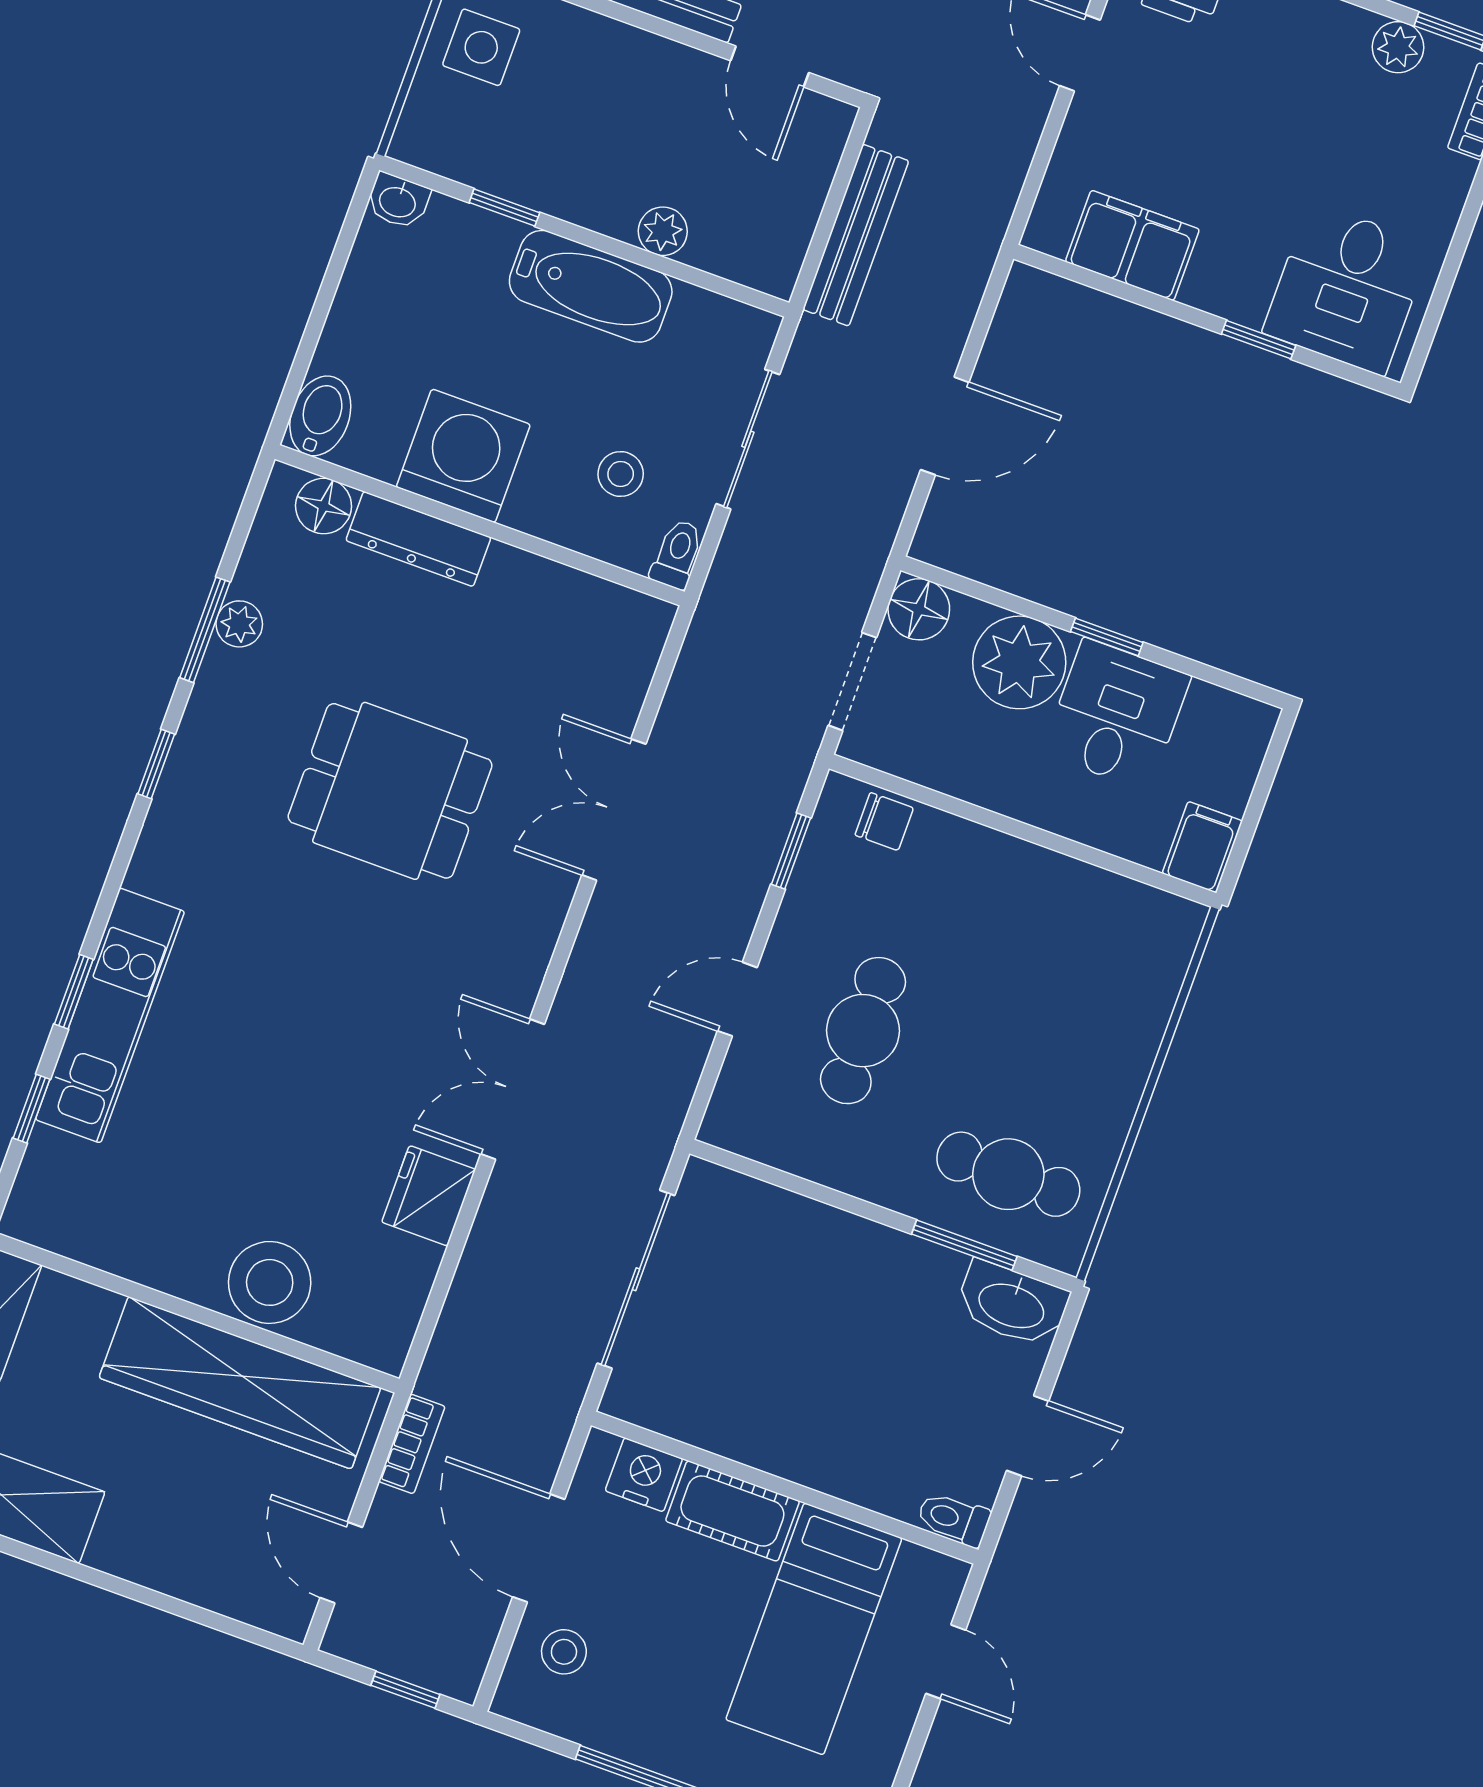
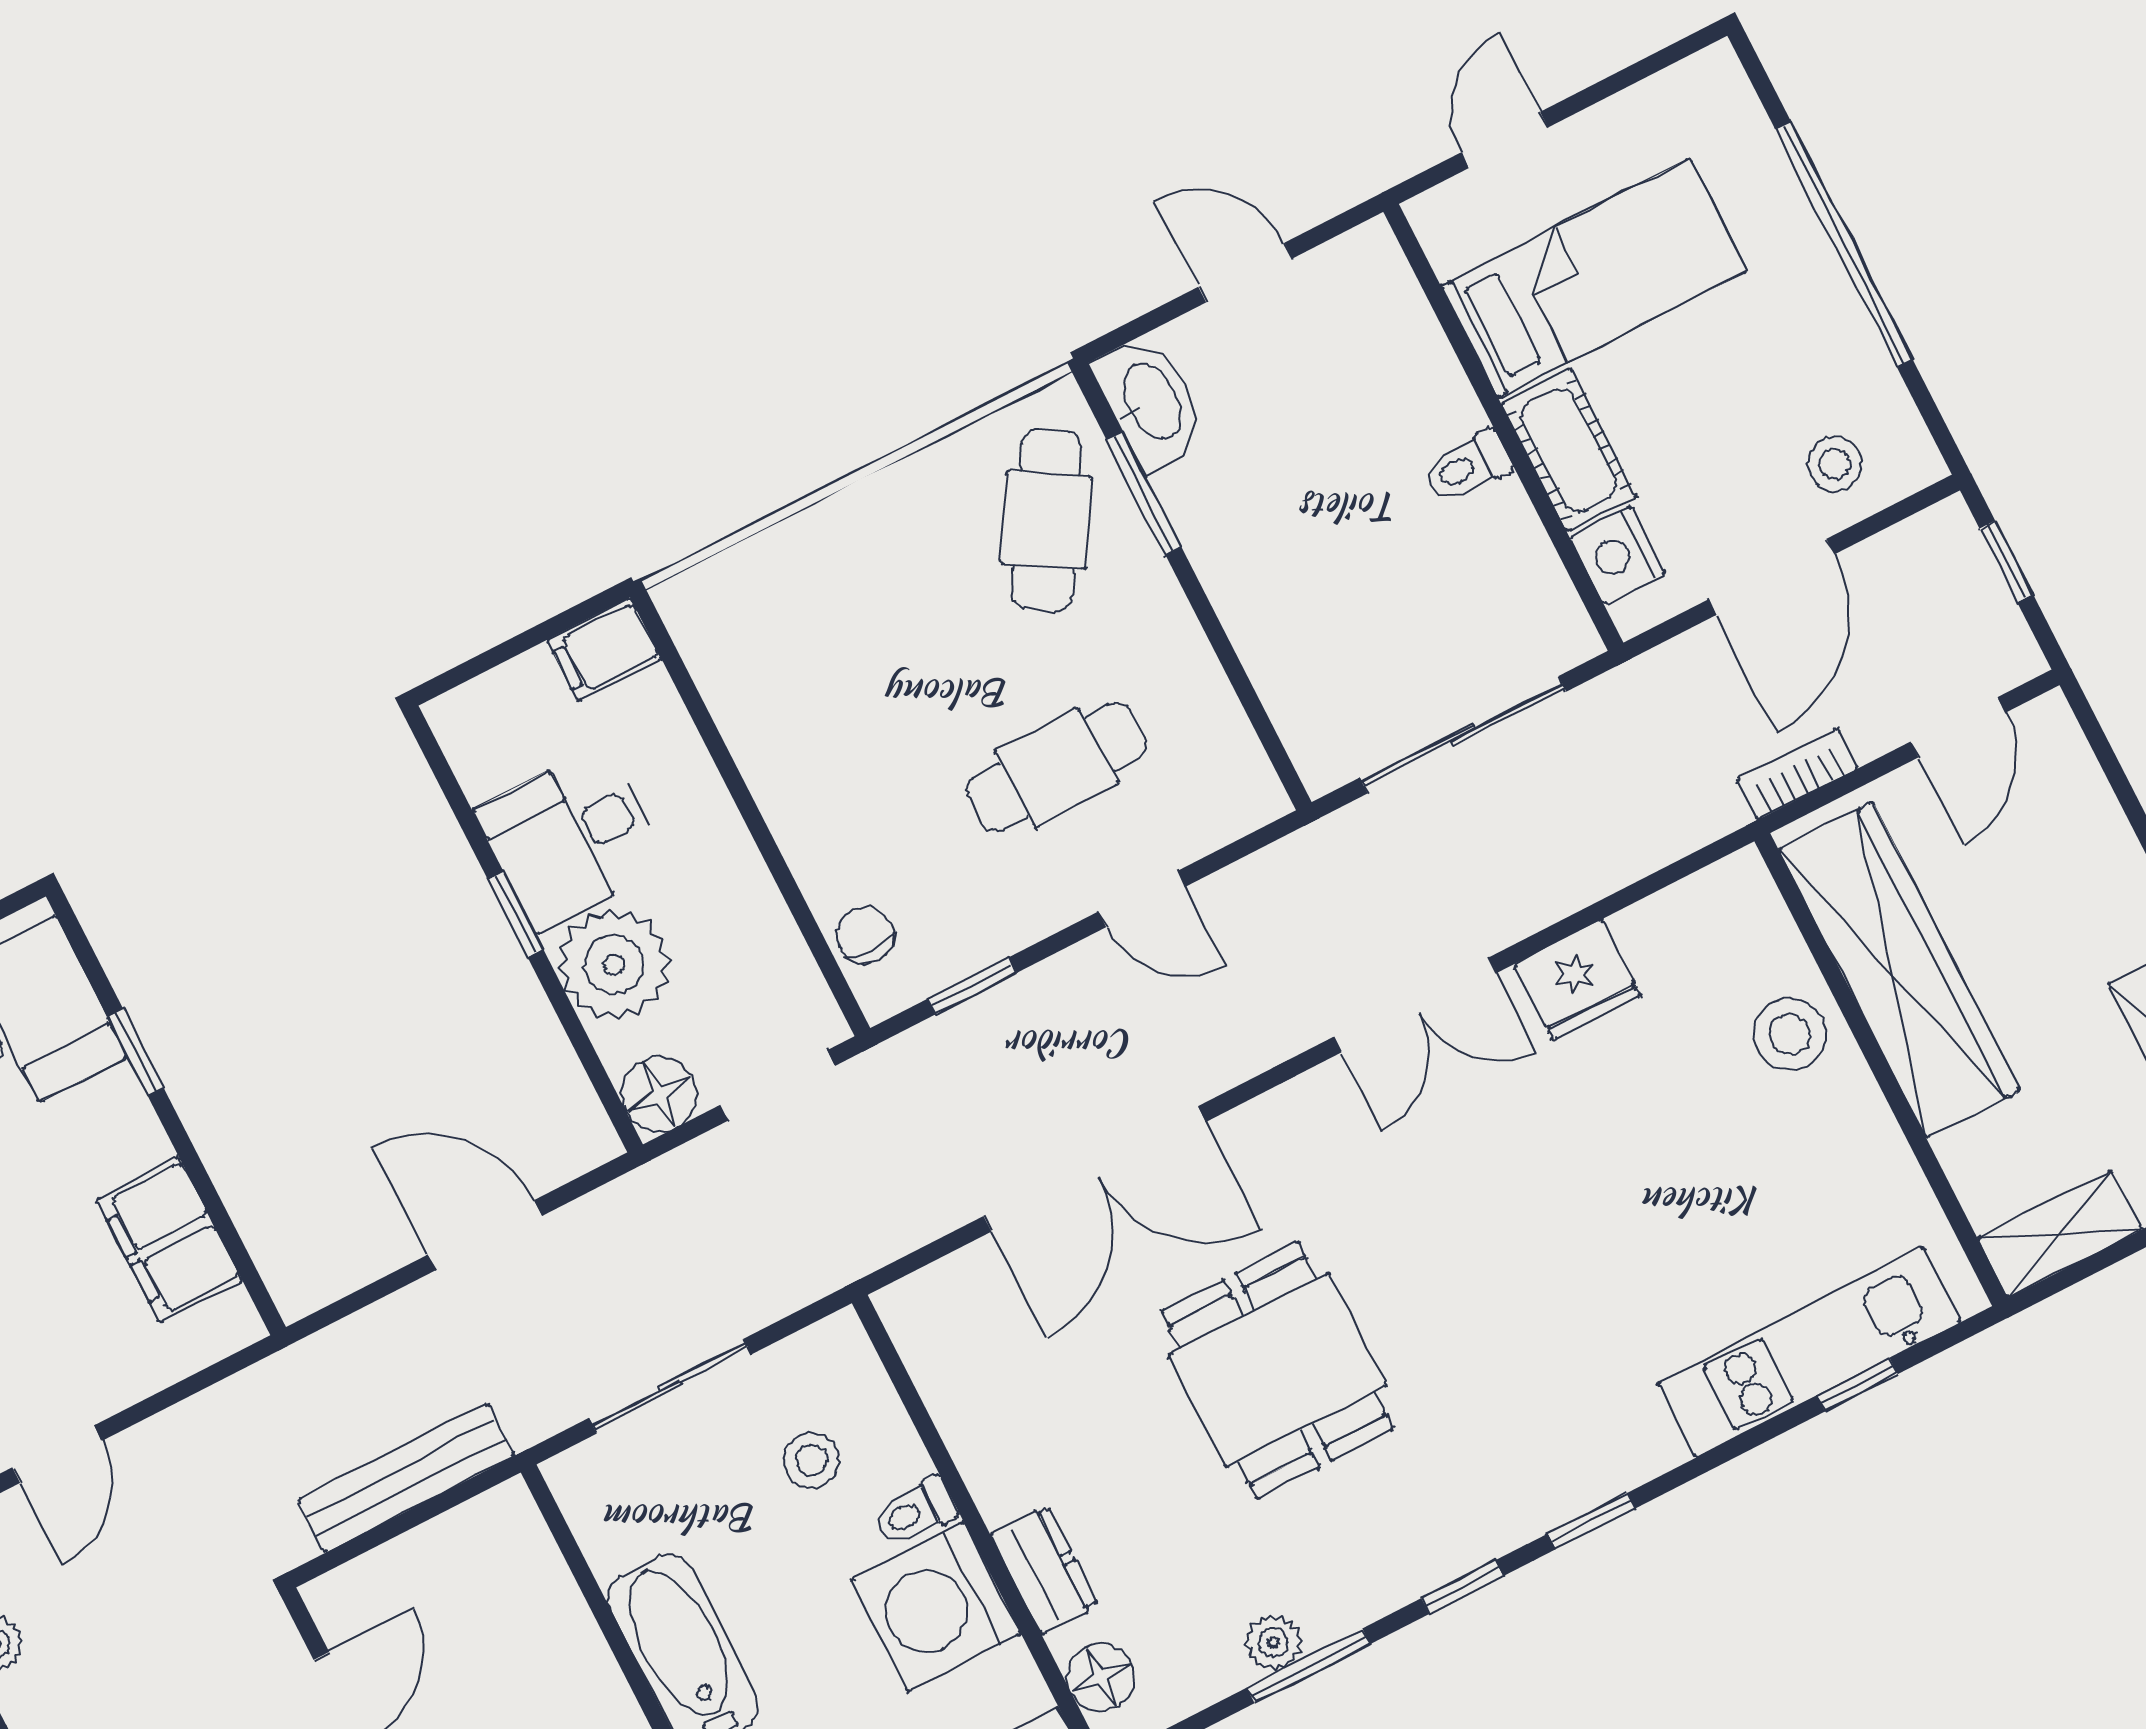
plant: (663, 231) -> (574, 1641), removed
dresser: (418, 539) -> (1044, 1570), width x0.70
toilet: (677, 554) -> (914, 1512), moved
double door: (614, 810) -> (1095, 1169), width x1.37
window: (74, 992) -> (1592, 1521), moved
kitchen unit: (110, 1015) -> (1809, 1352), moved
cafe table: (1008, 1174) -> (1046, 520), turned 31
stool: (270, 1282) -> (1790, 1034), width x0.73, depth x0.73
toilet: (954, 1519) -> (1467, 466), moved, turned 90

